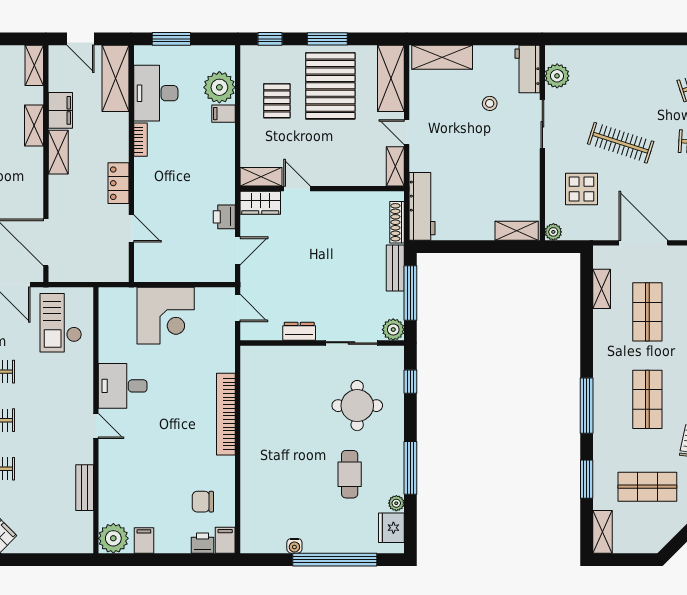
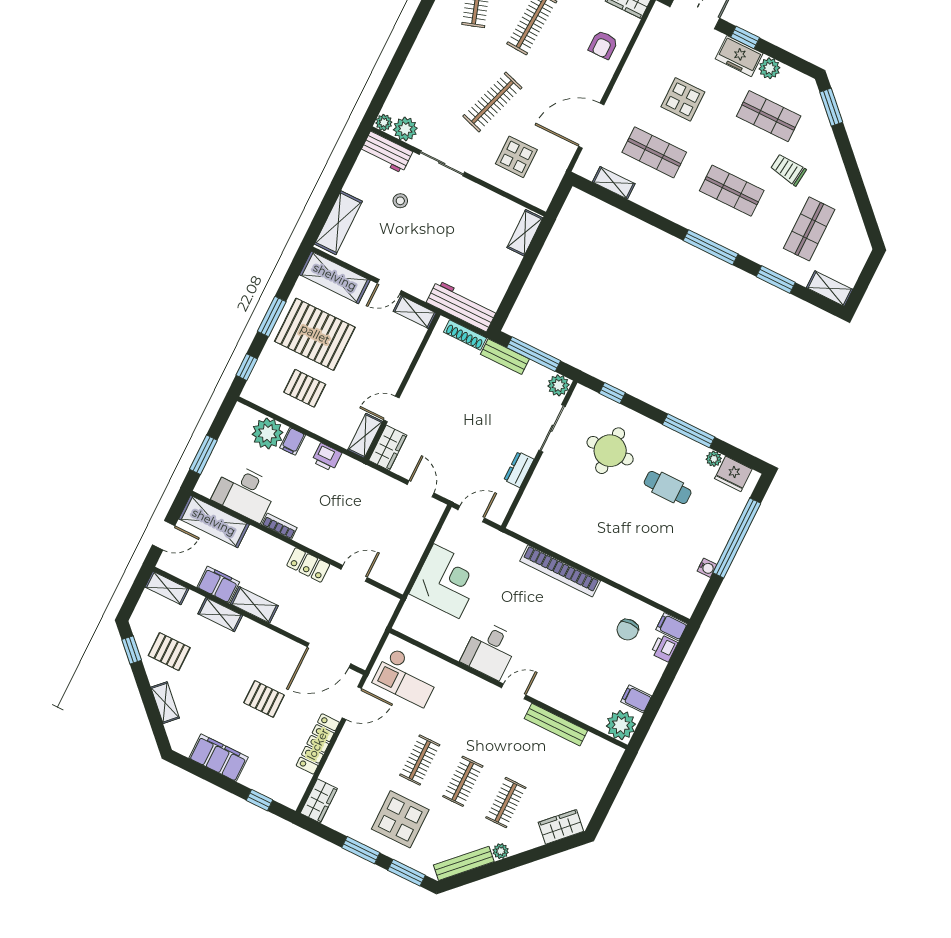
printer: (224, 217) -> (327, 457), moved
plant: (553, 232) -> (384, 123), moved
bench: (85, 488) -> (556, 725), width x1.36

